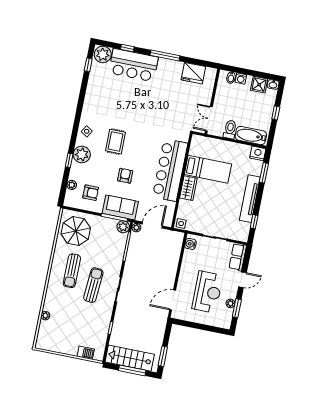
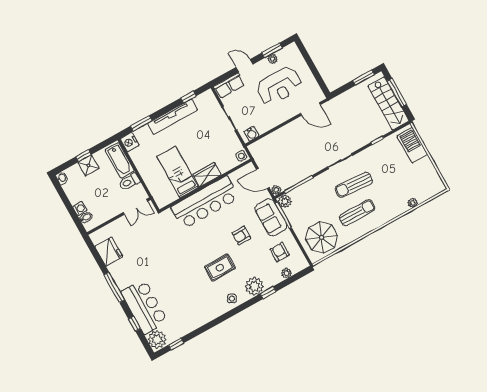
shower: (259, 85) -> (88, 165), moved
reception desk: (207, 292) -> (279, 86), turned 180
barbecue: (86, 353) -> (412, 145), width x1.88, depth x1.53

